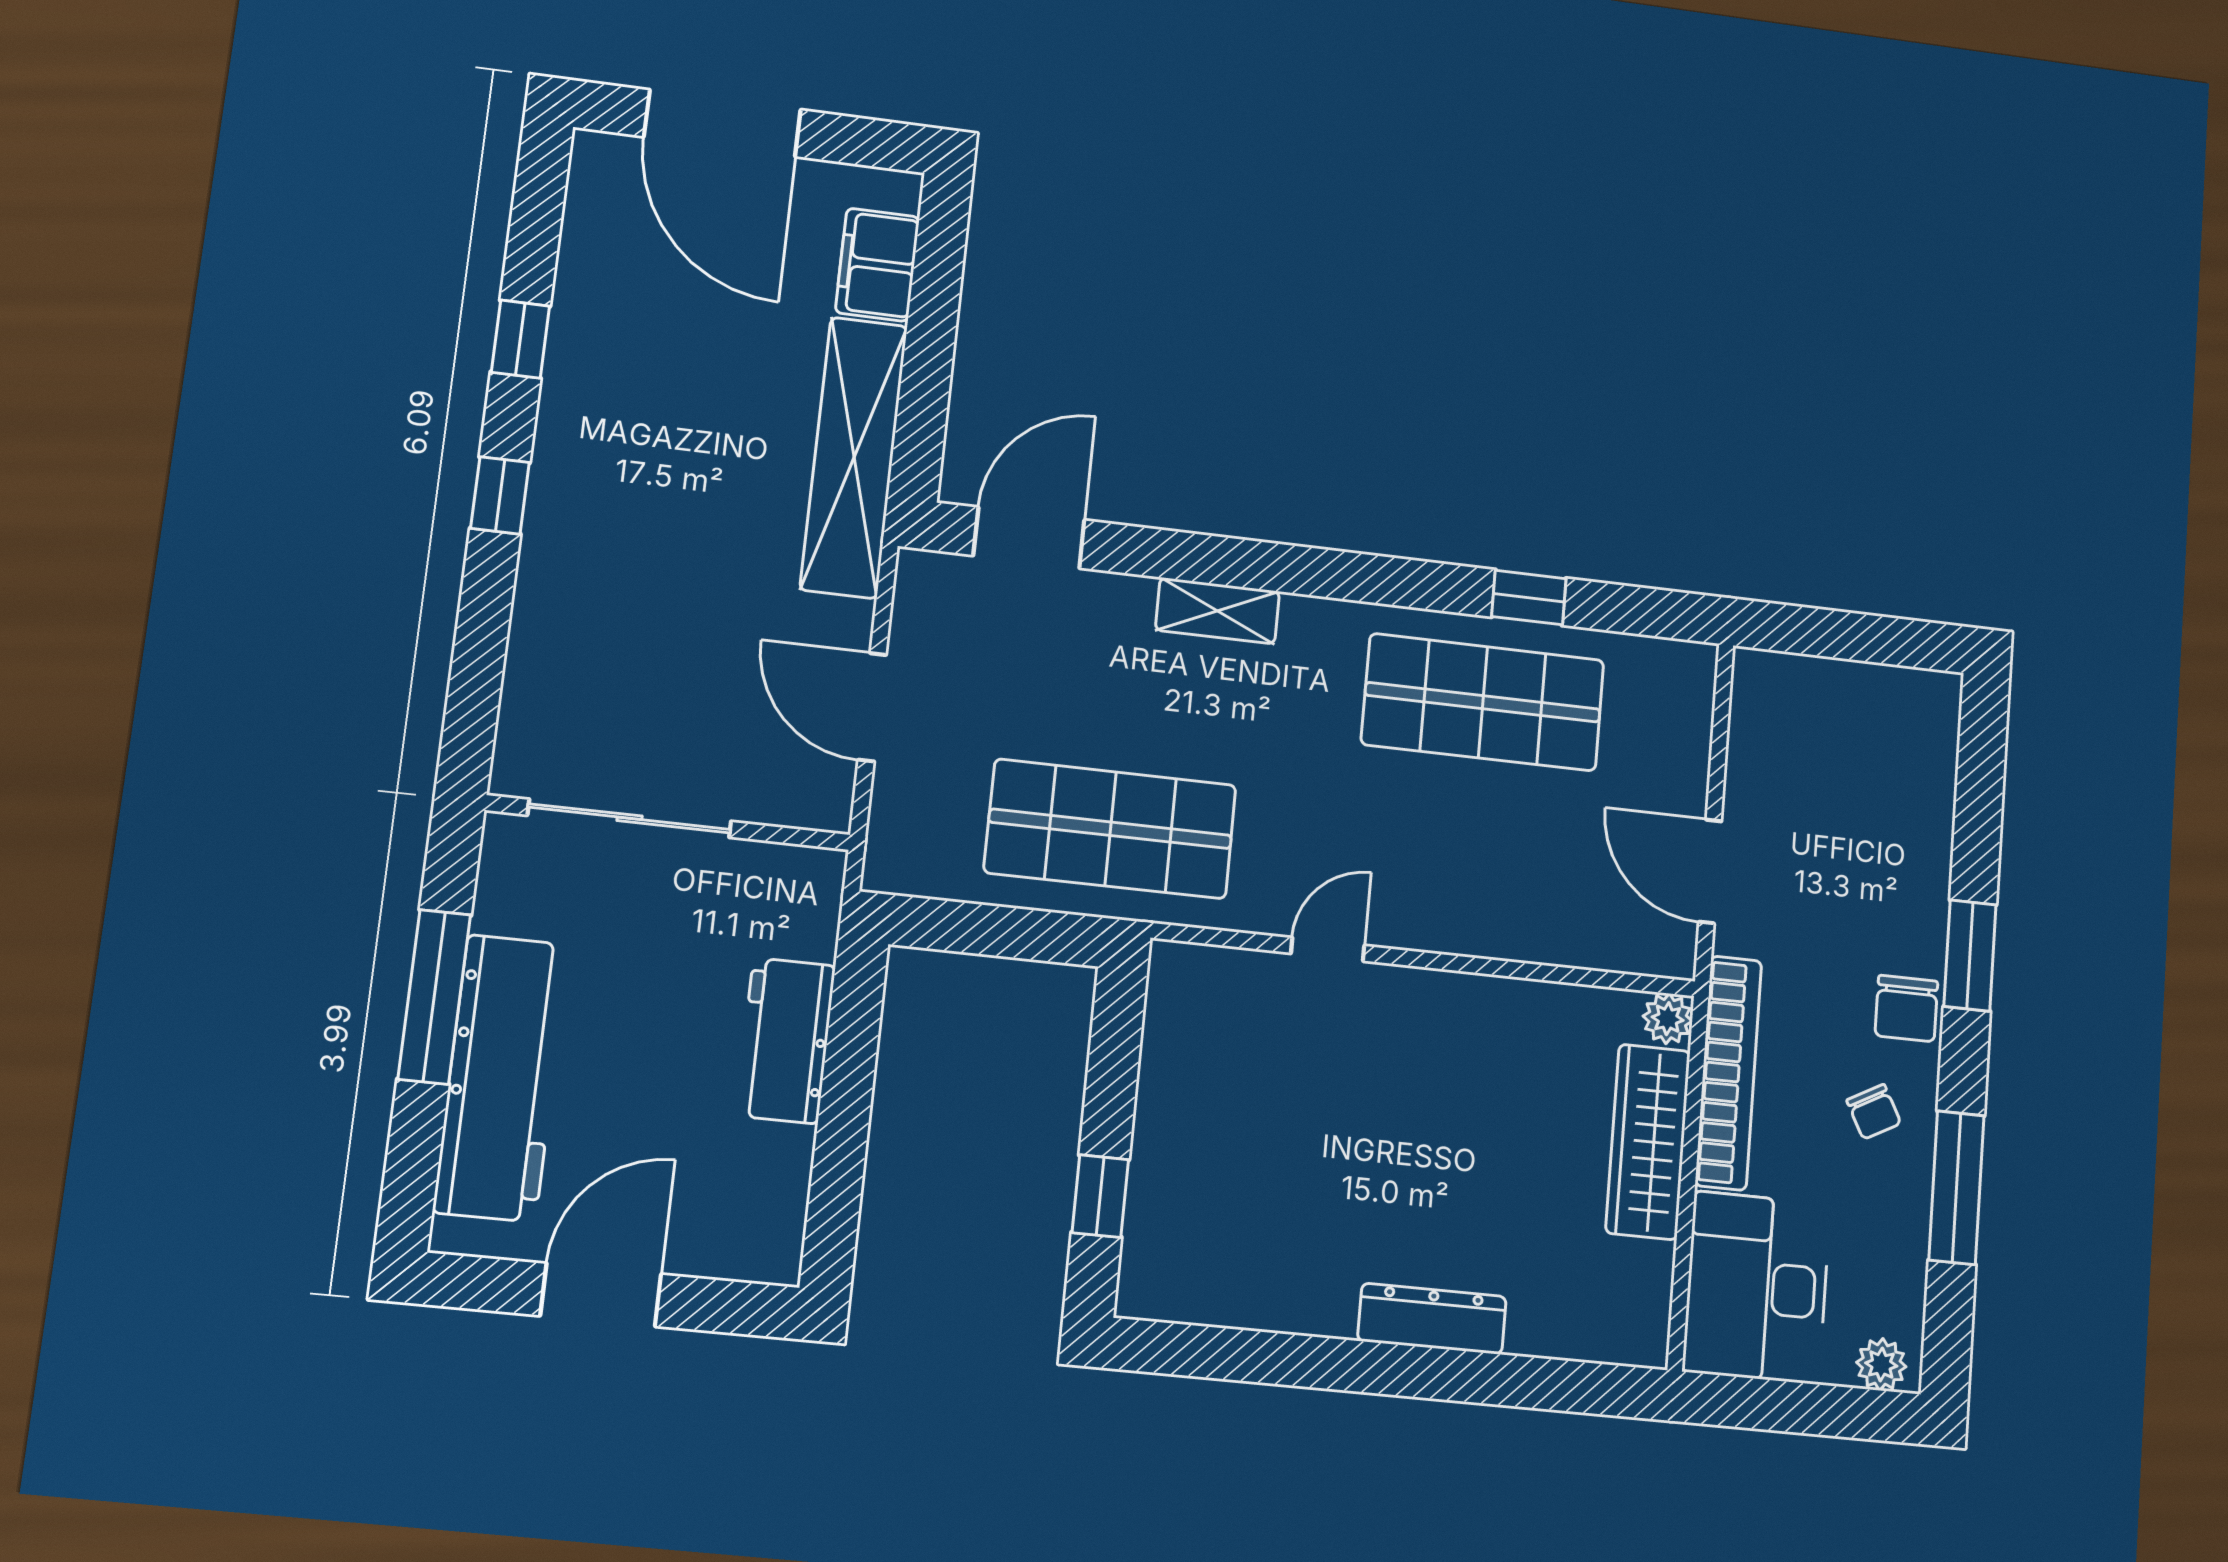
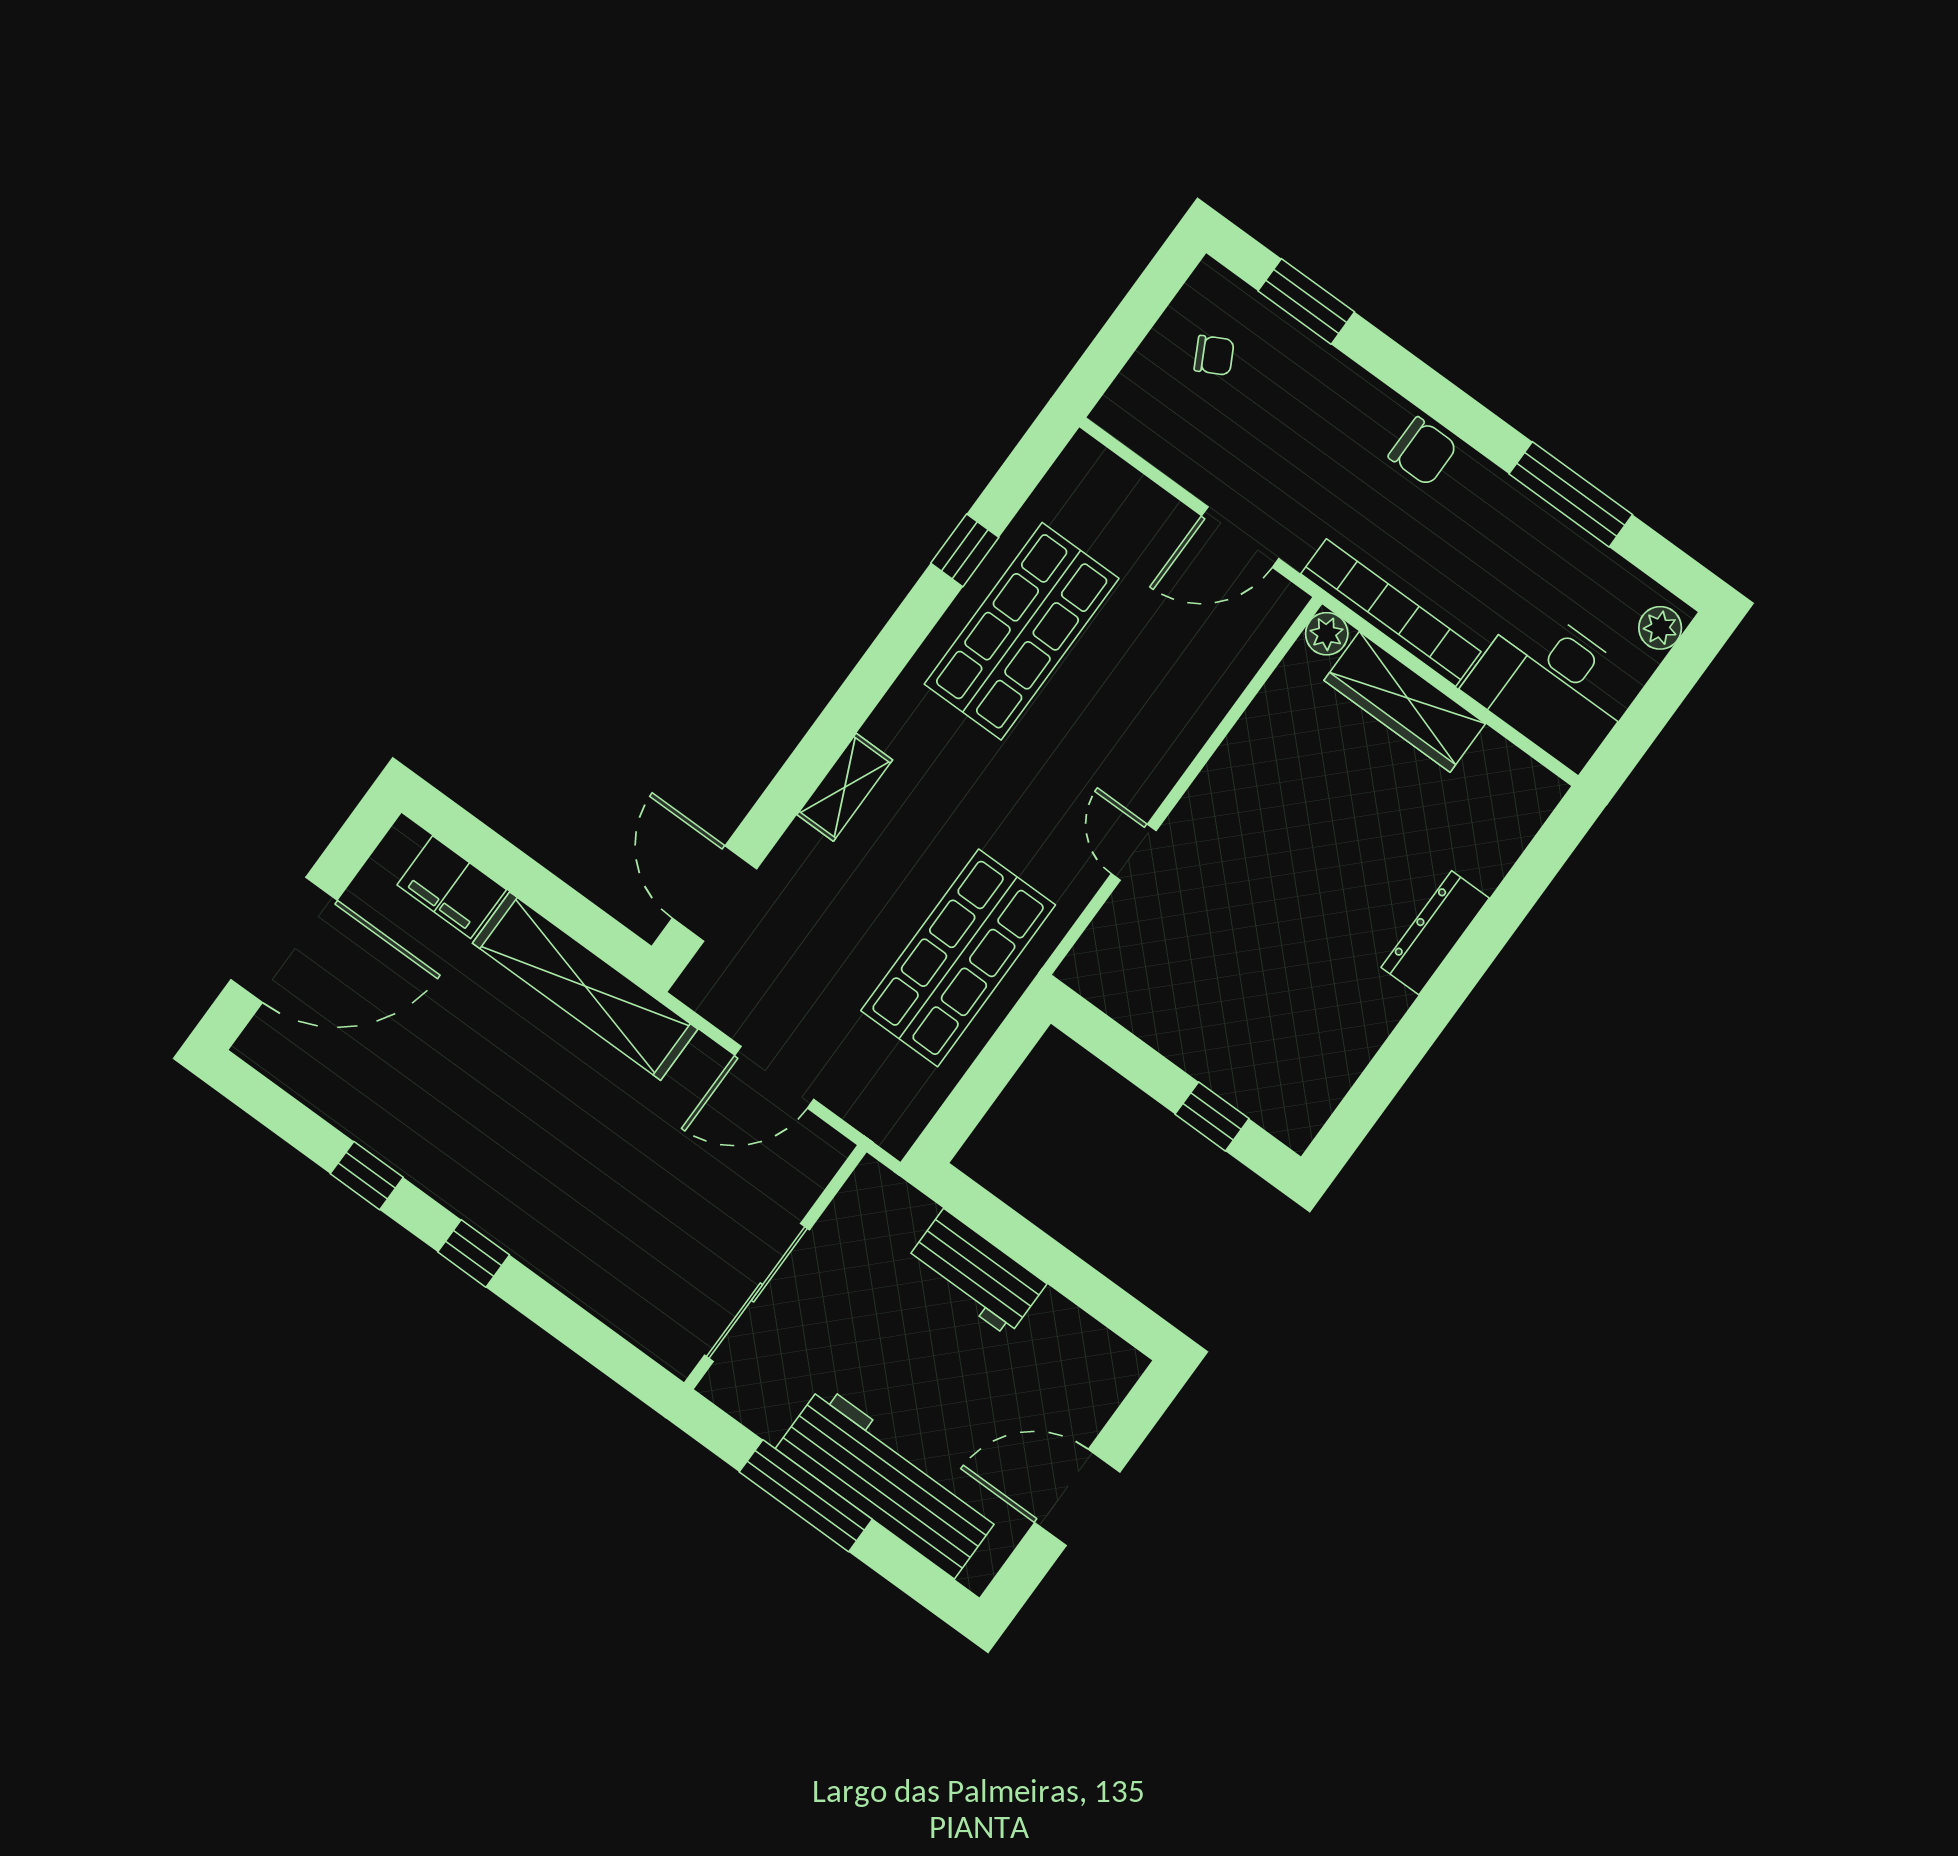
window: (1970, 955) -> (1306, 301), moved
chair: (1874, 1112) -> (1214, 355), moved
door: (601, 1295) -> (1077, 1497), hinge flipped

